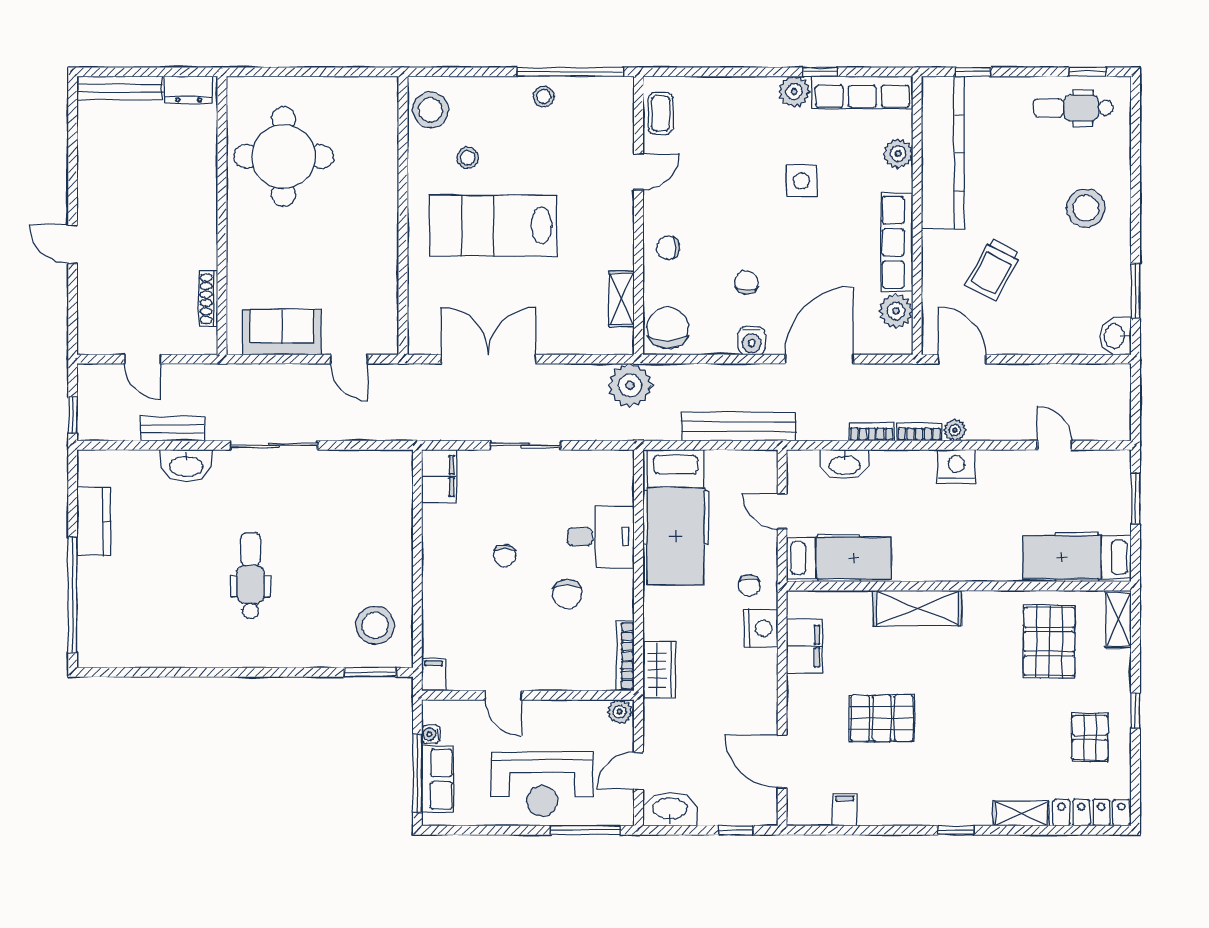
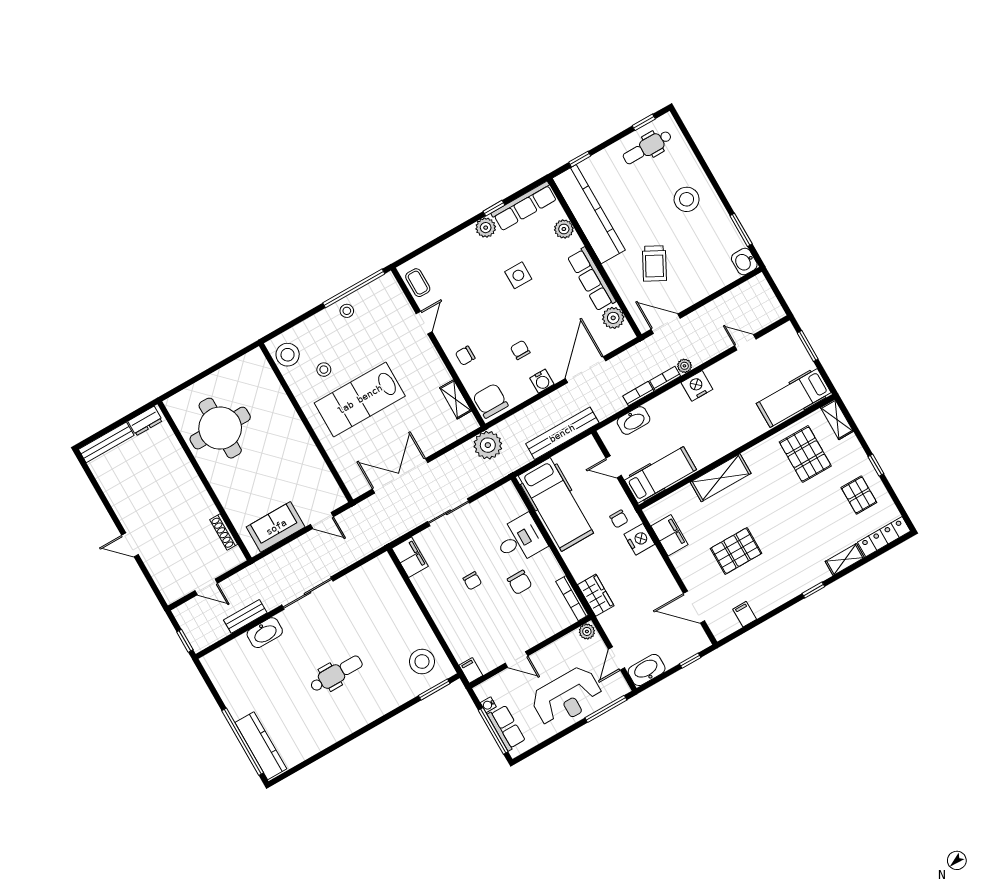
kitchen counter: (94, 522) -> (261, 746), moved, width x1.50
dental chair: (251, 576) -> (336, 674), turned 90

